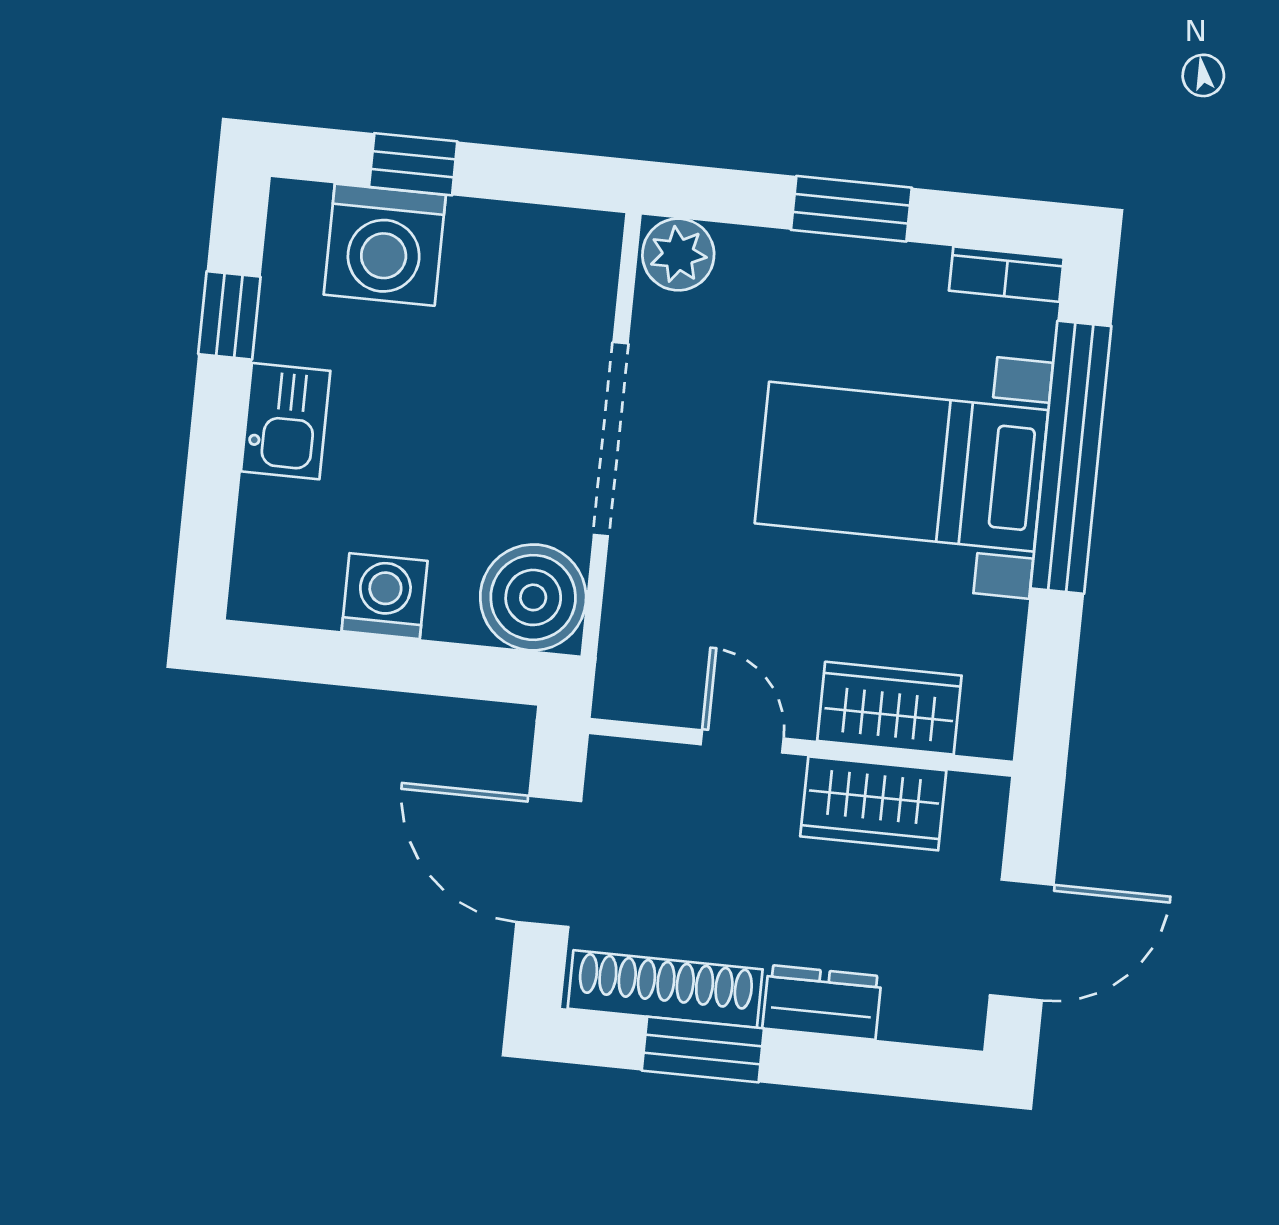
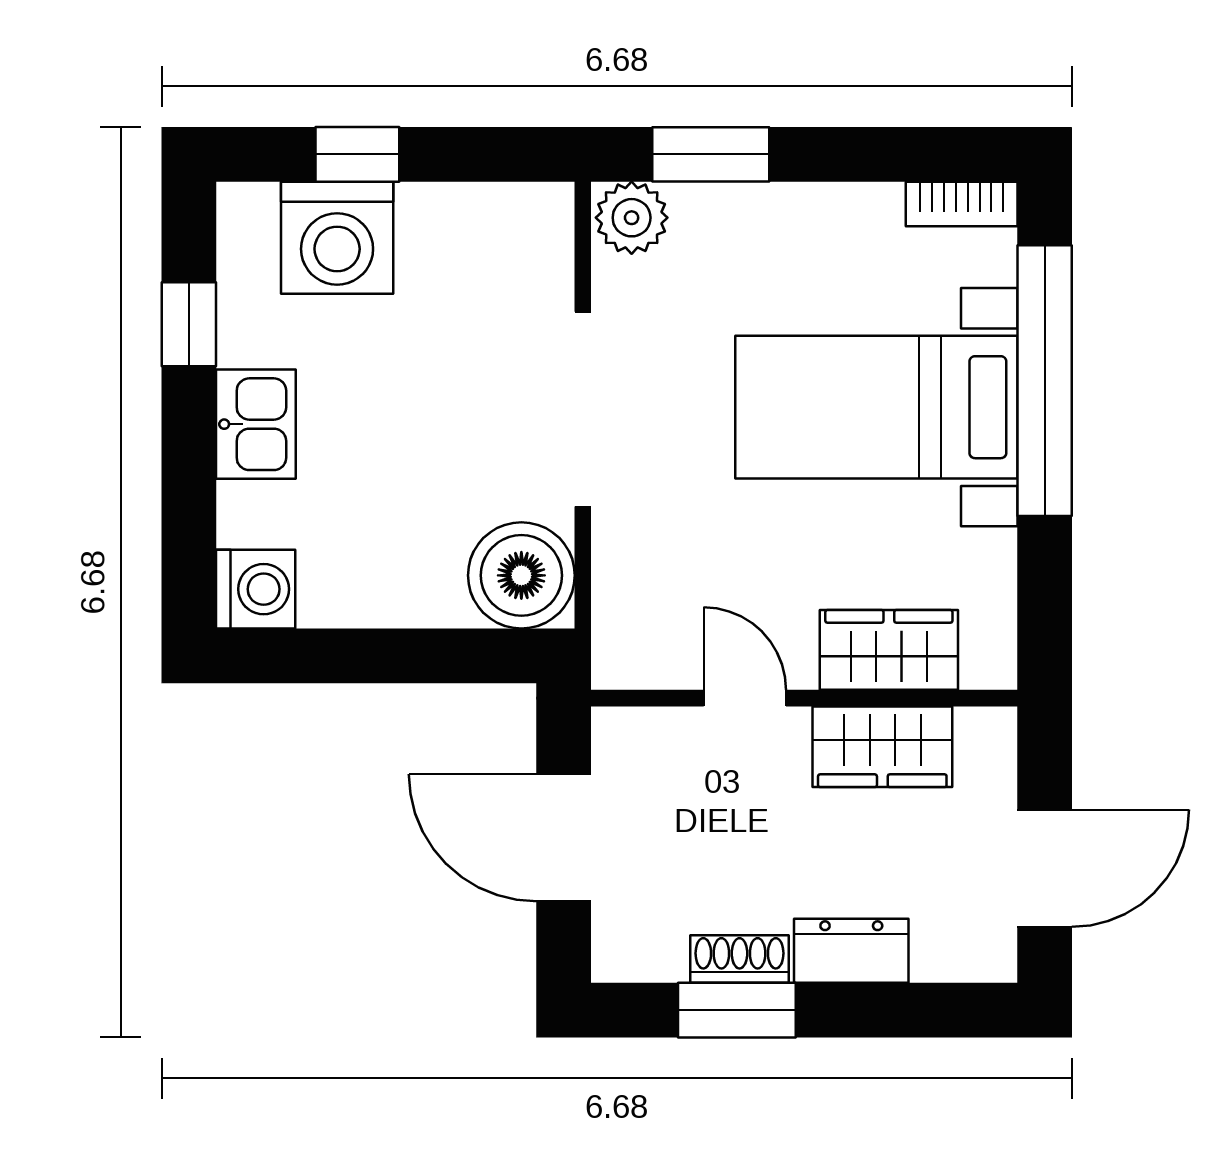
window: (851, 209) -> (711, 154), moved
washing machine: (385, 596) -> (256, 589), moved, turned 90
shoe rack: (665, 989) -> (739, 959), width x0.51, depth x0.81

